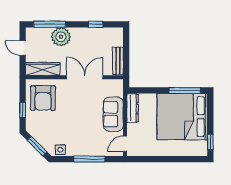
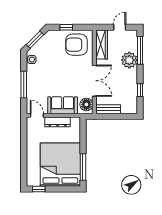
floor lamp: (112, 86) -> (86, 104), added
dresser: (133, 108) -> (58, 122), moved

